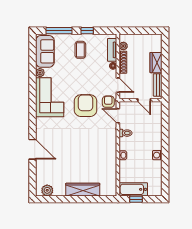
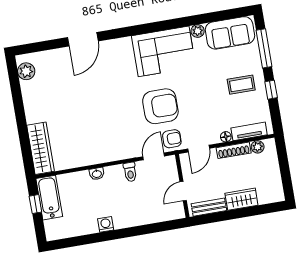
wardrobe: (83, 190) -> (41, 148), moved

